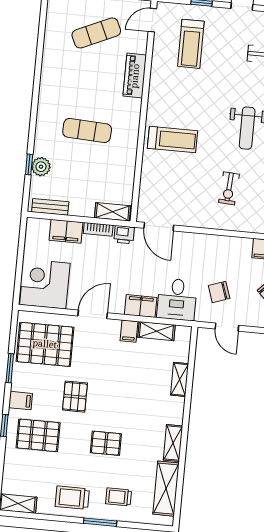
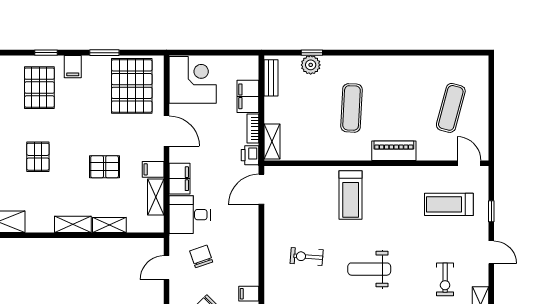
exercise mat: (96, 33) -> (451, 108), turned 39
piano: (135, 76) -> (394, 151), moved
pallet: (75, 397) -> (105, 167), moved
shelving: (173, 443) -> (73, 224), moved

